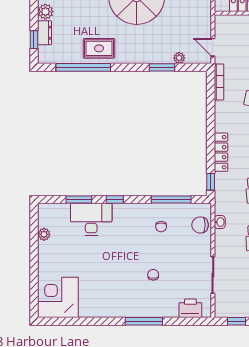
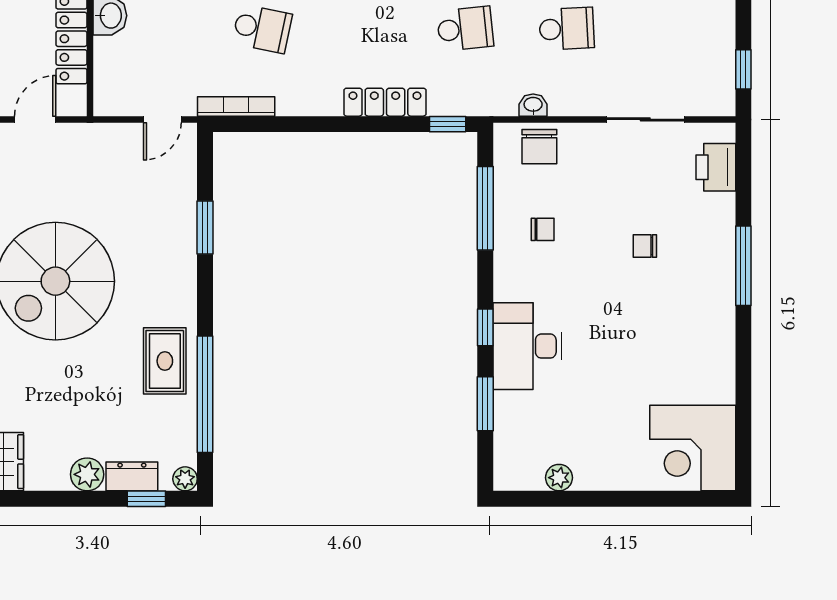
plant: (179, 58) -> (185, 479), moved
desk: (91, 219) -> (527, 346), moved

